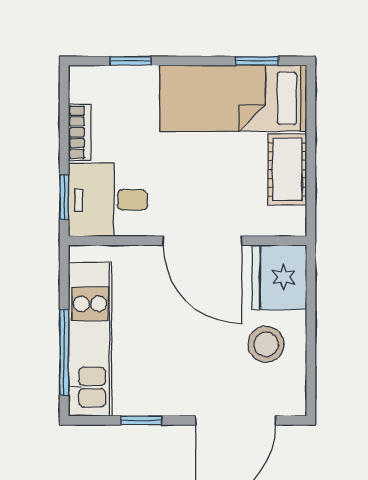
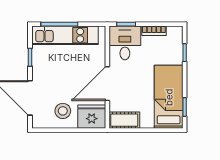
cot: (287, 169) -> (124, 120), moved

